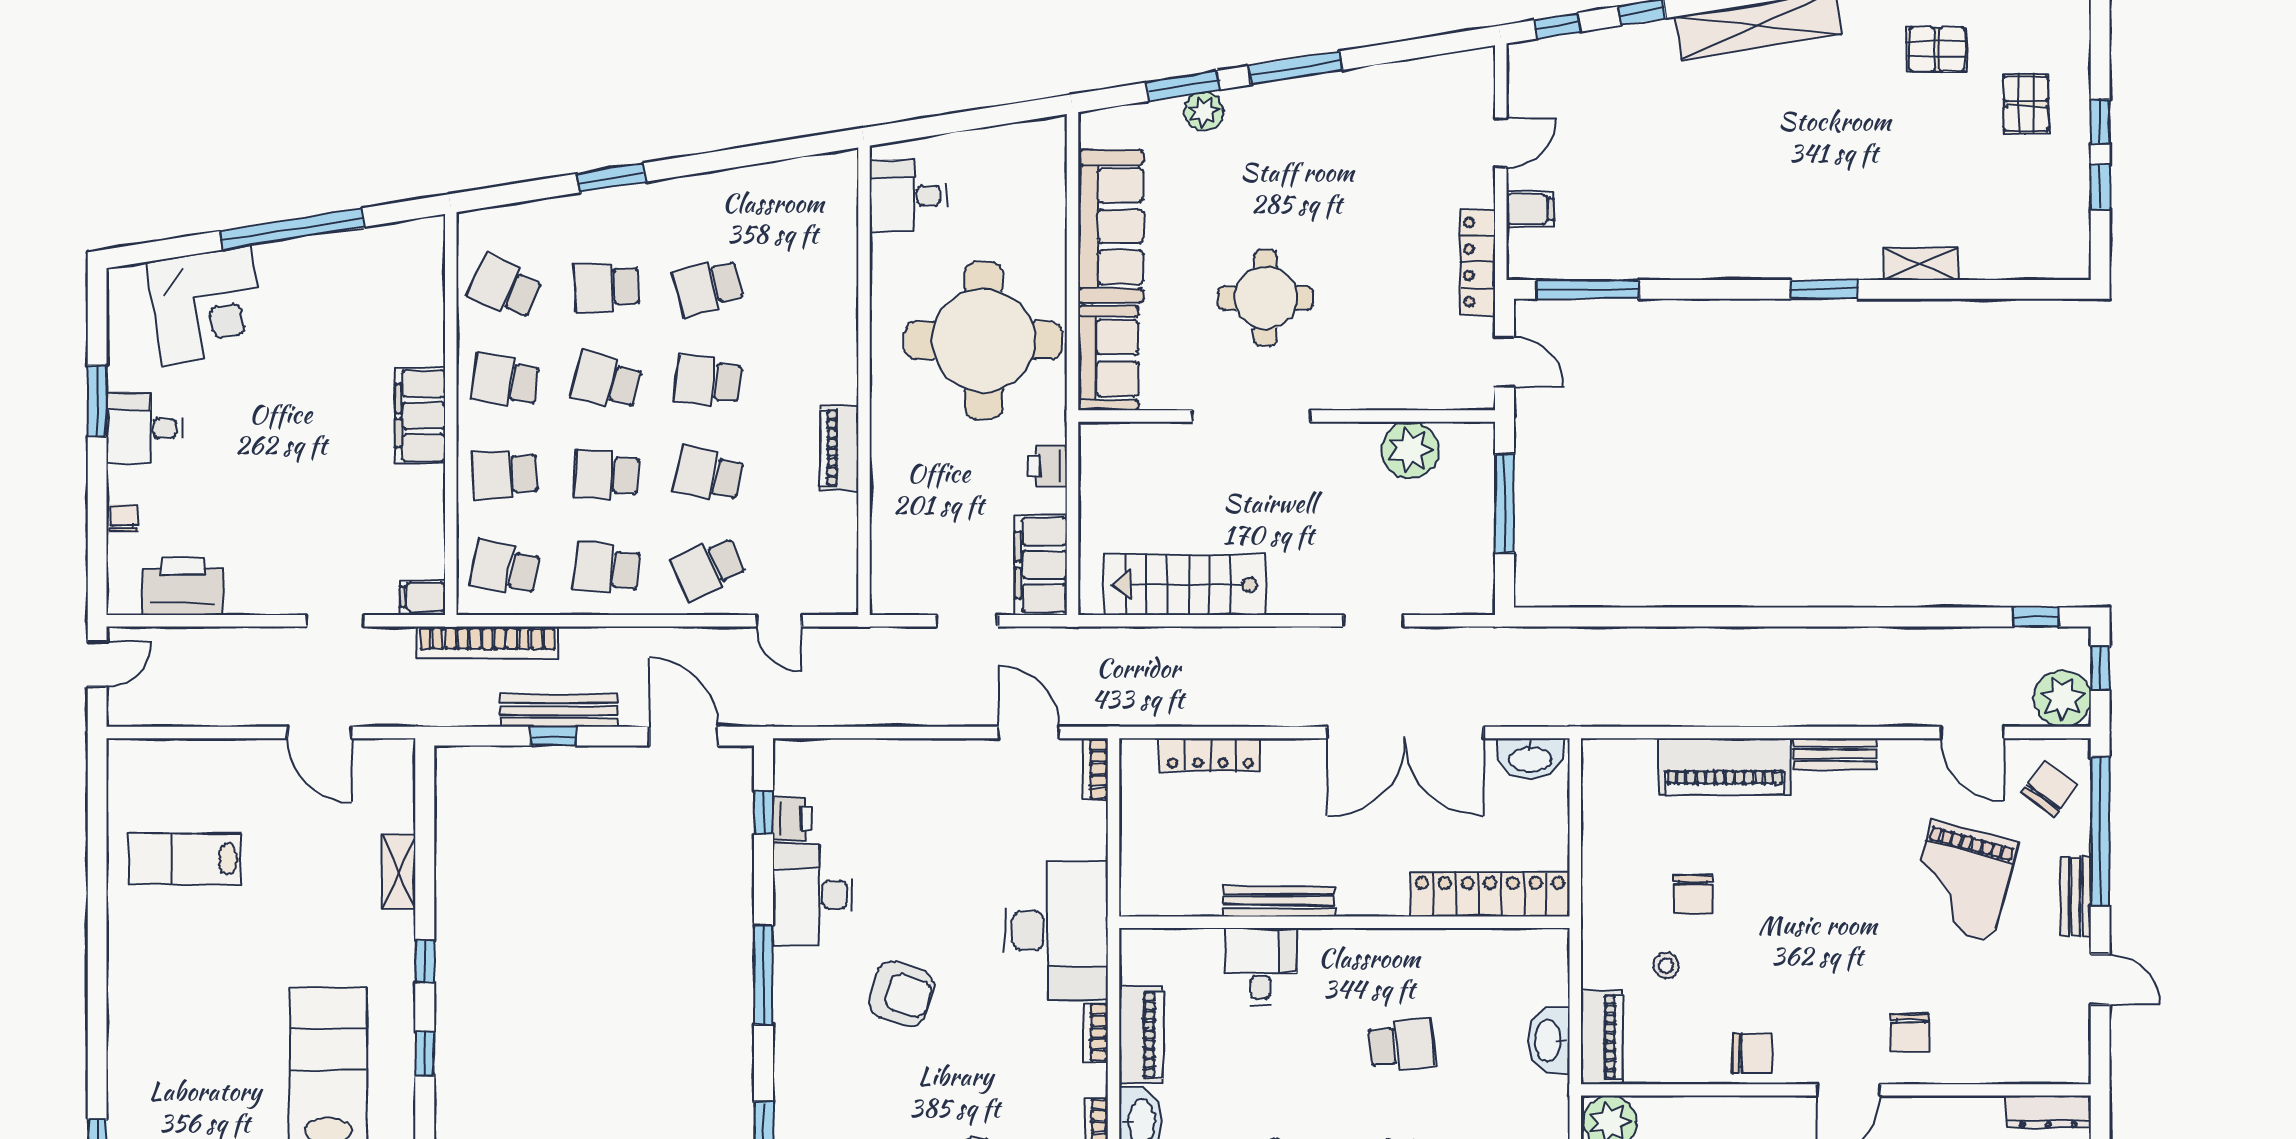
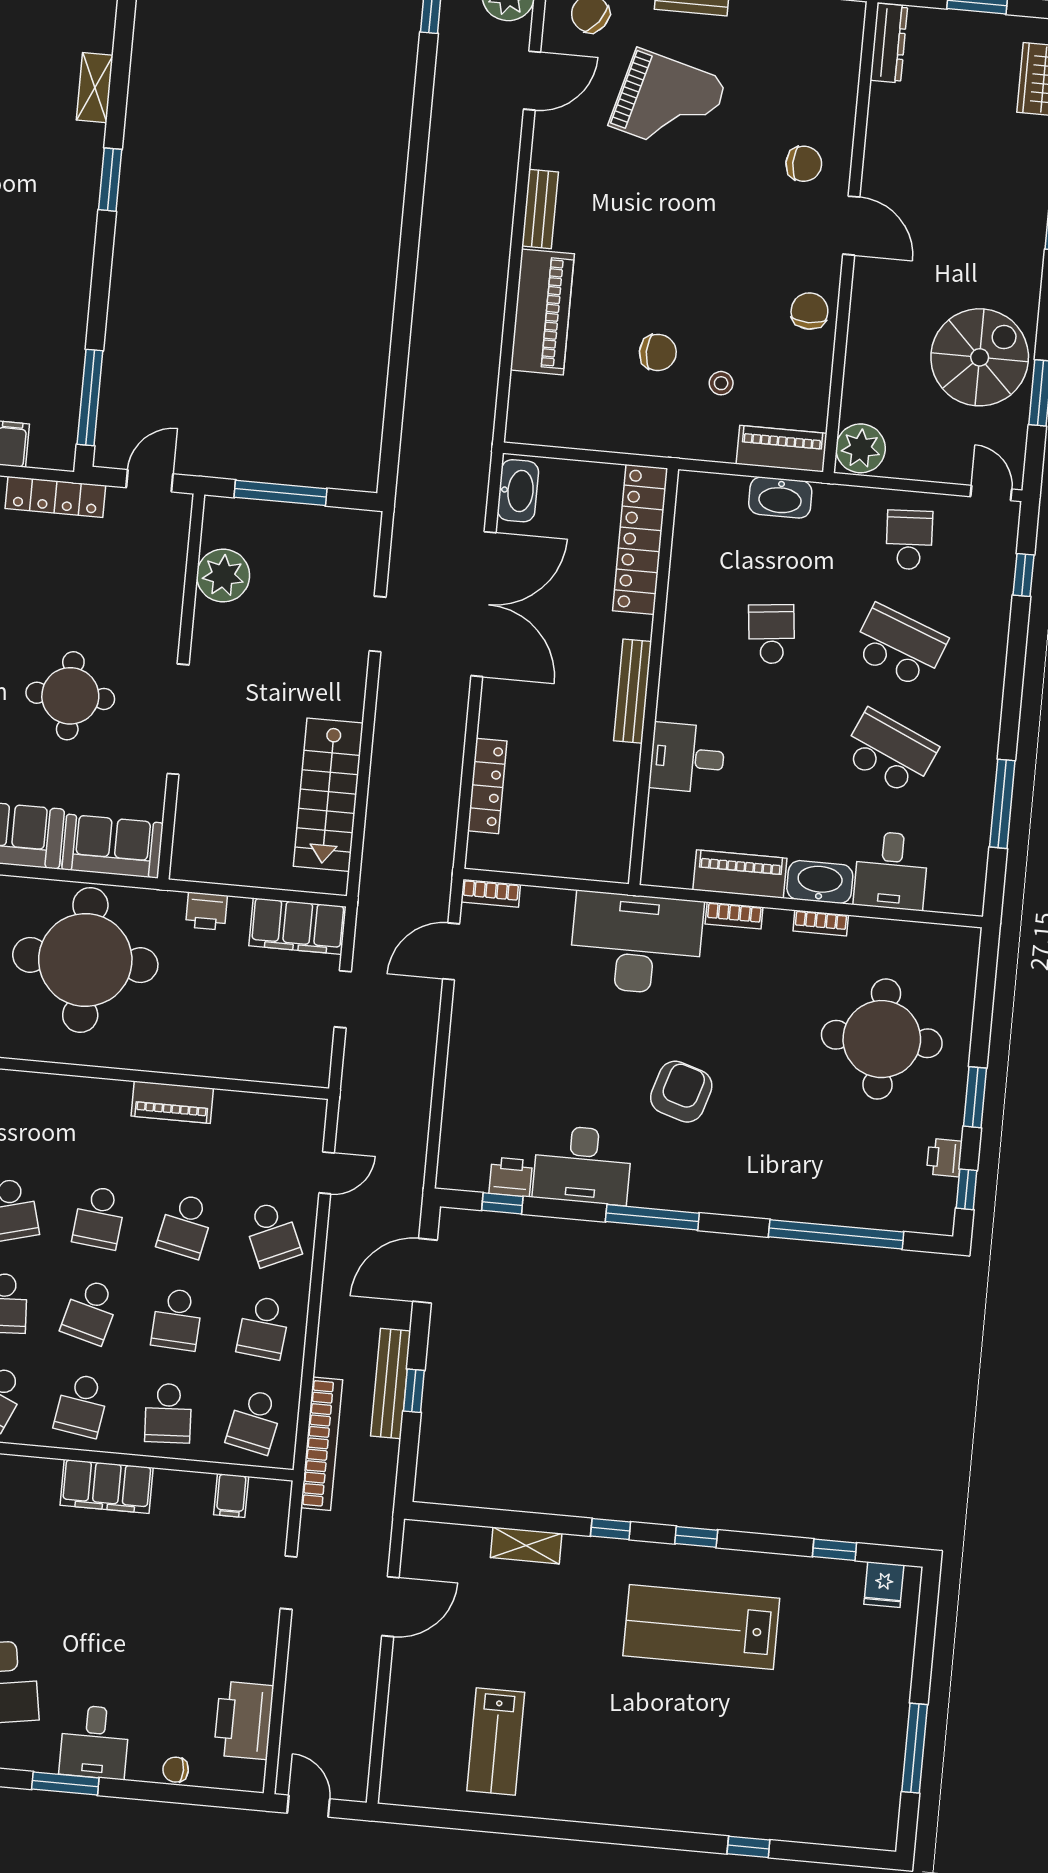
filing cabinet: (423, 597) -> (231, 1496), moved
bench: (1279, 901) -> (633, 691), moved

